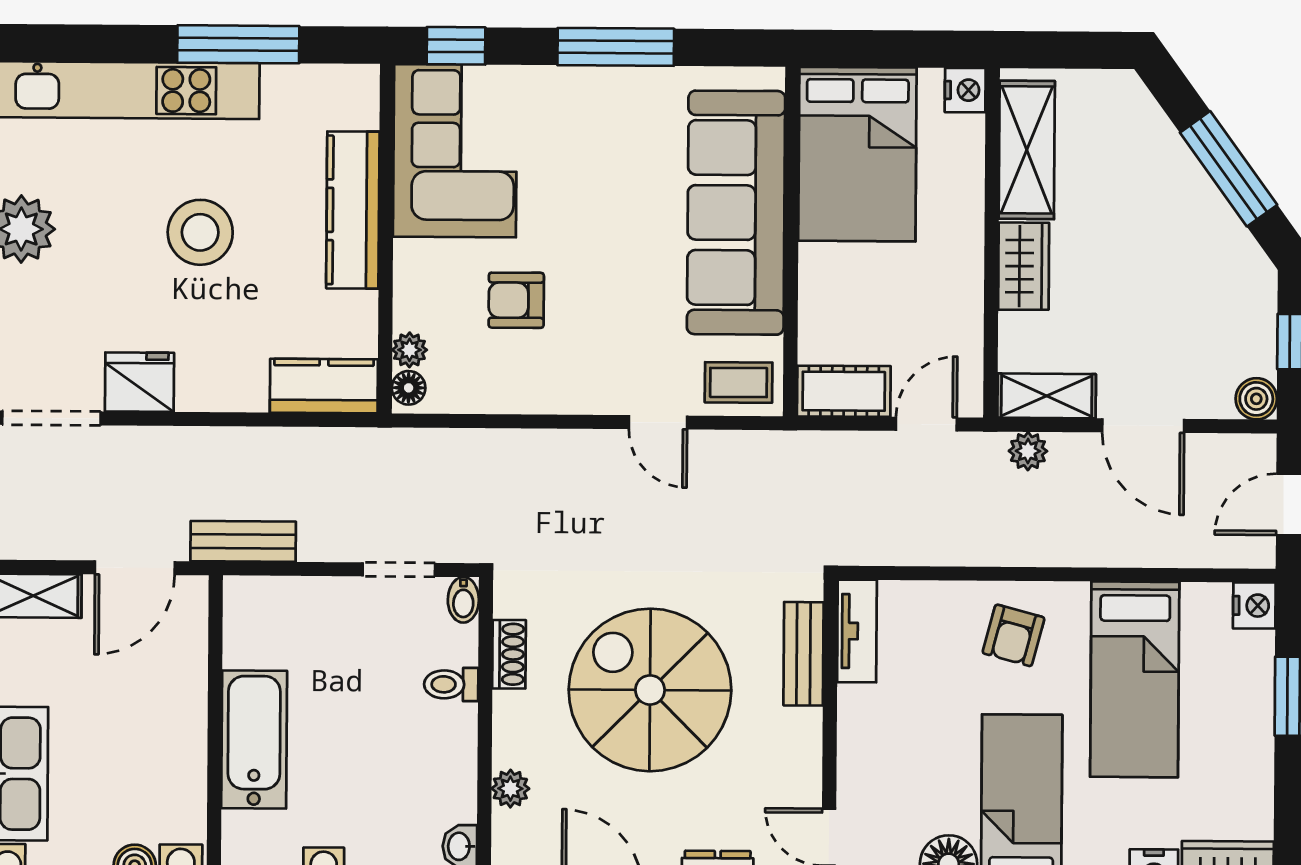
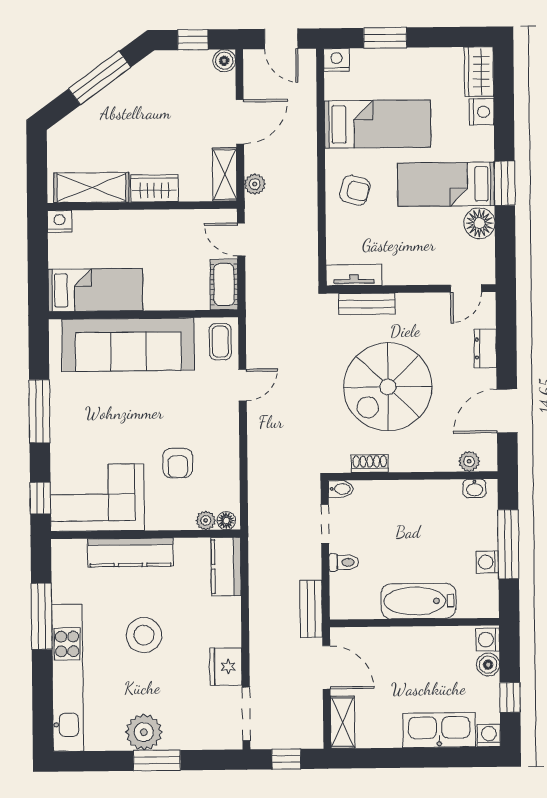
bed: (857, 154) -> (95, 290), width x0.67
toilet: (451, 684) -> (344, 562), moved, turned -90
plant: (510, 789) -> (469, 461), moved

